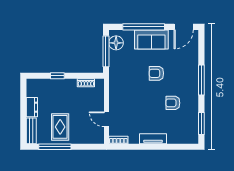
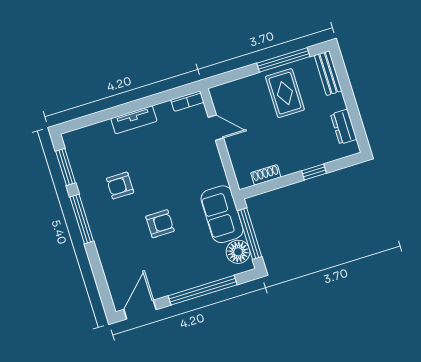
sofa: (151, 39) -> (222, 214), moved, turned -90
window: (201, 80) -> (82, 219), moved
armchair: (173, 103) -> (120, 186), turned 180
dresser: (32, 107) -> (344, 127), moved

